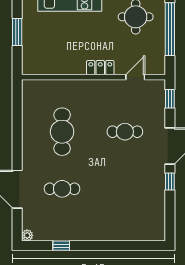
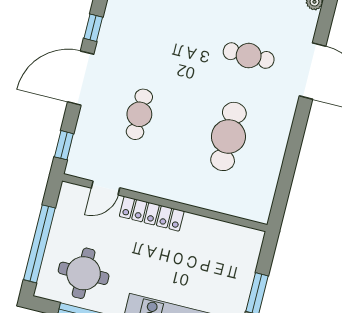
locker: (100, 68) -> (152, 214), width x1.53
cafe table: (125, 132) -> (139, 114), turned 90

